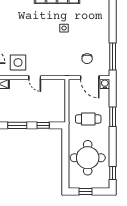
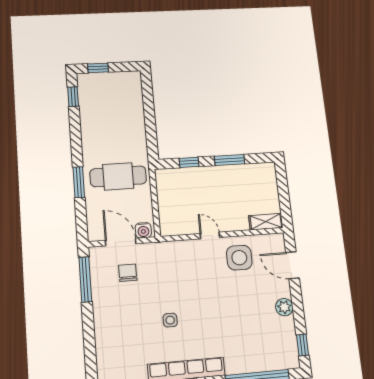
water cooler: (105, 84) -> (143, 230), moved
cafe table: (88, 119) -> (118, 176), width x1.37, depth x1.35
round table: (88, 158) -> (114, 117), removed
window: (86, 191) -> (98, 68), moved

